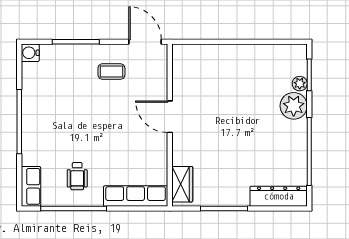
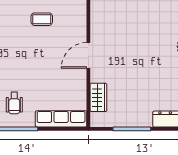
door: (170, 117) -> (88, 55), hinge flipped
wardrobe: (182, 184) -> (98, 97), moved

